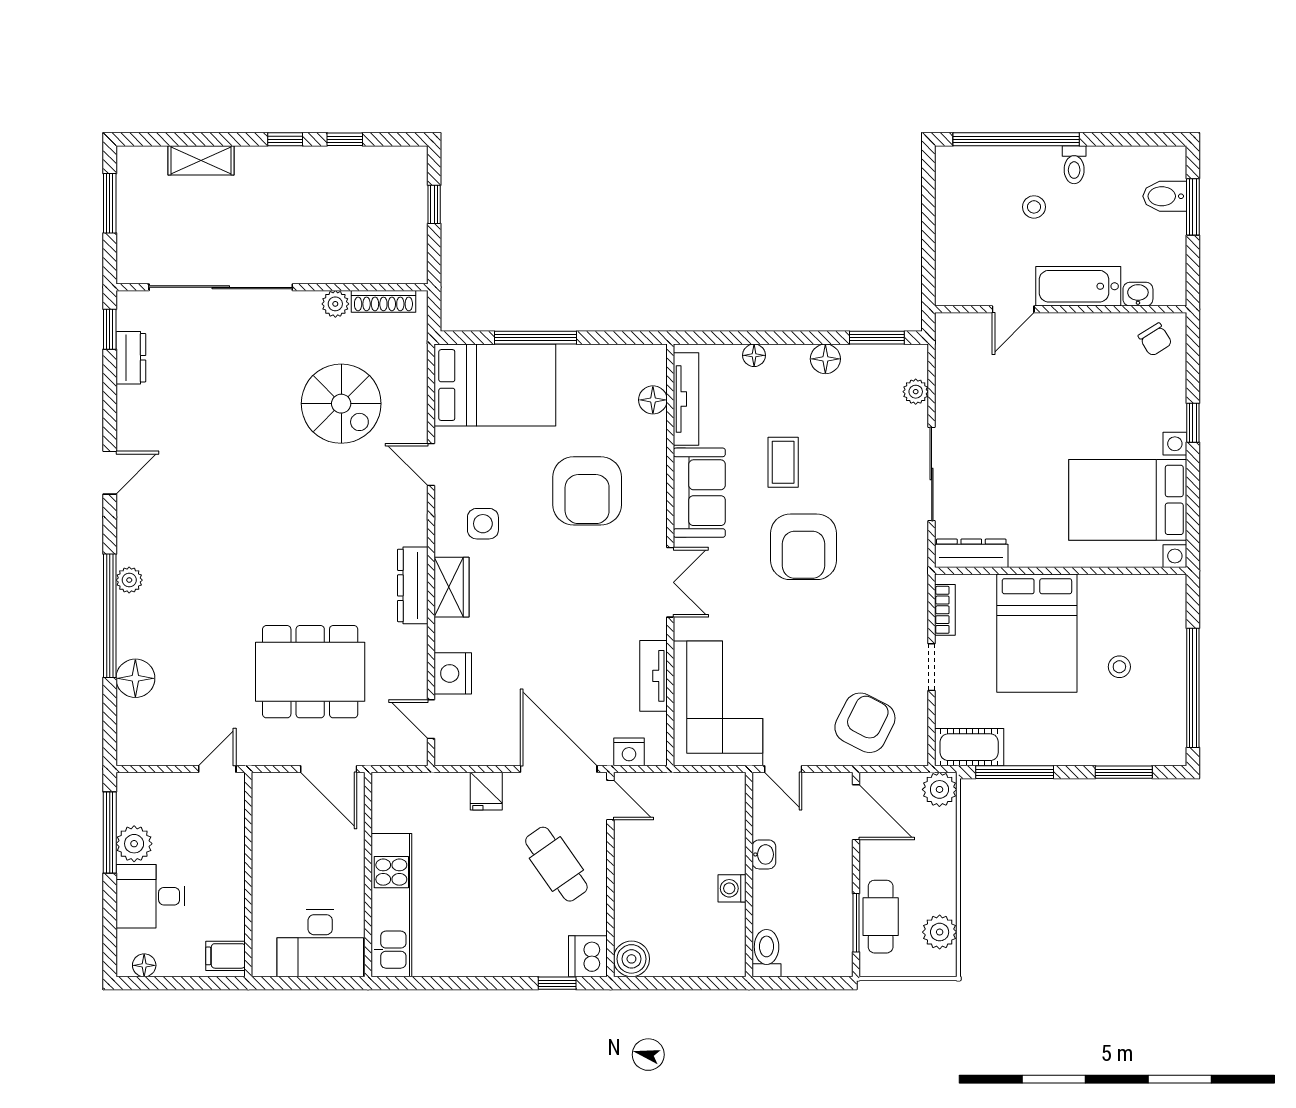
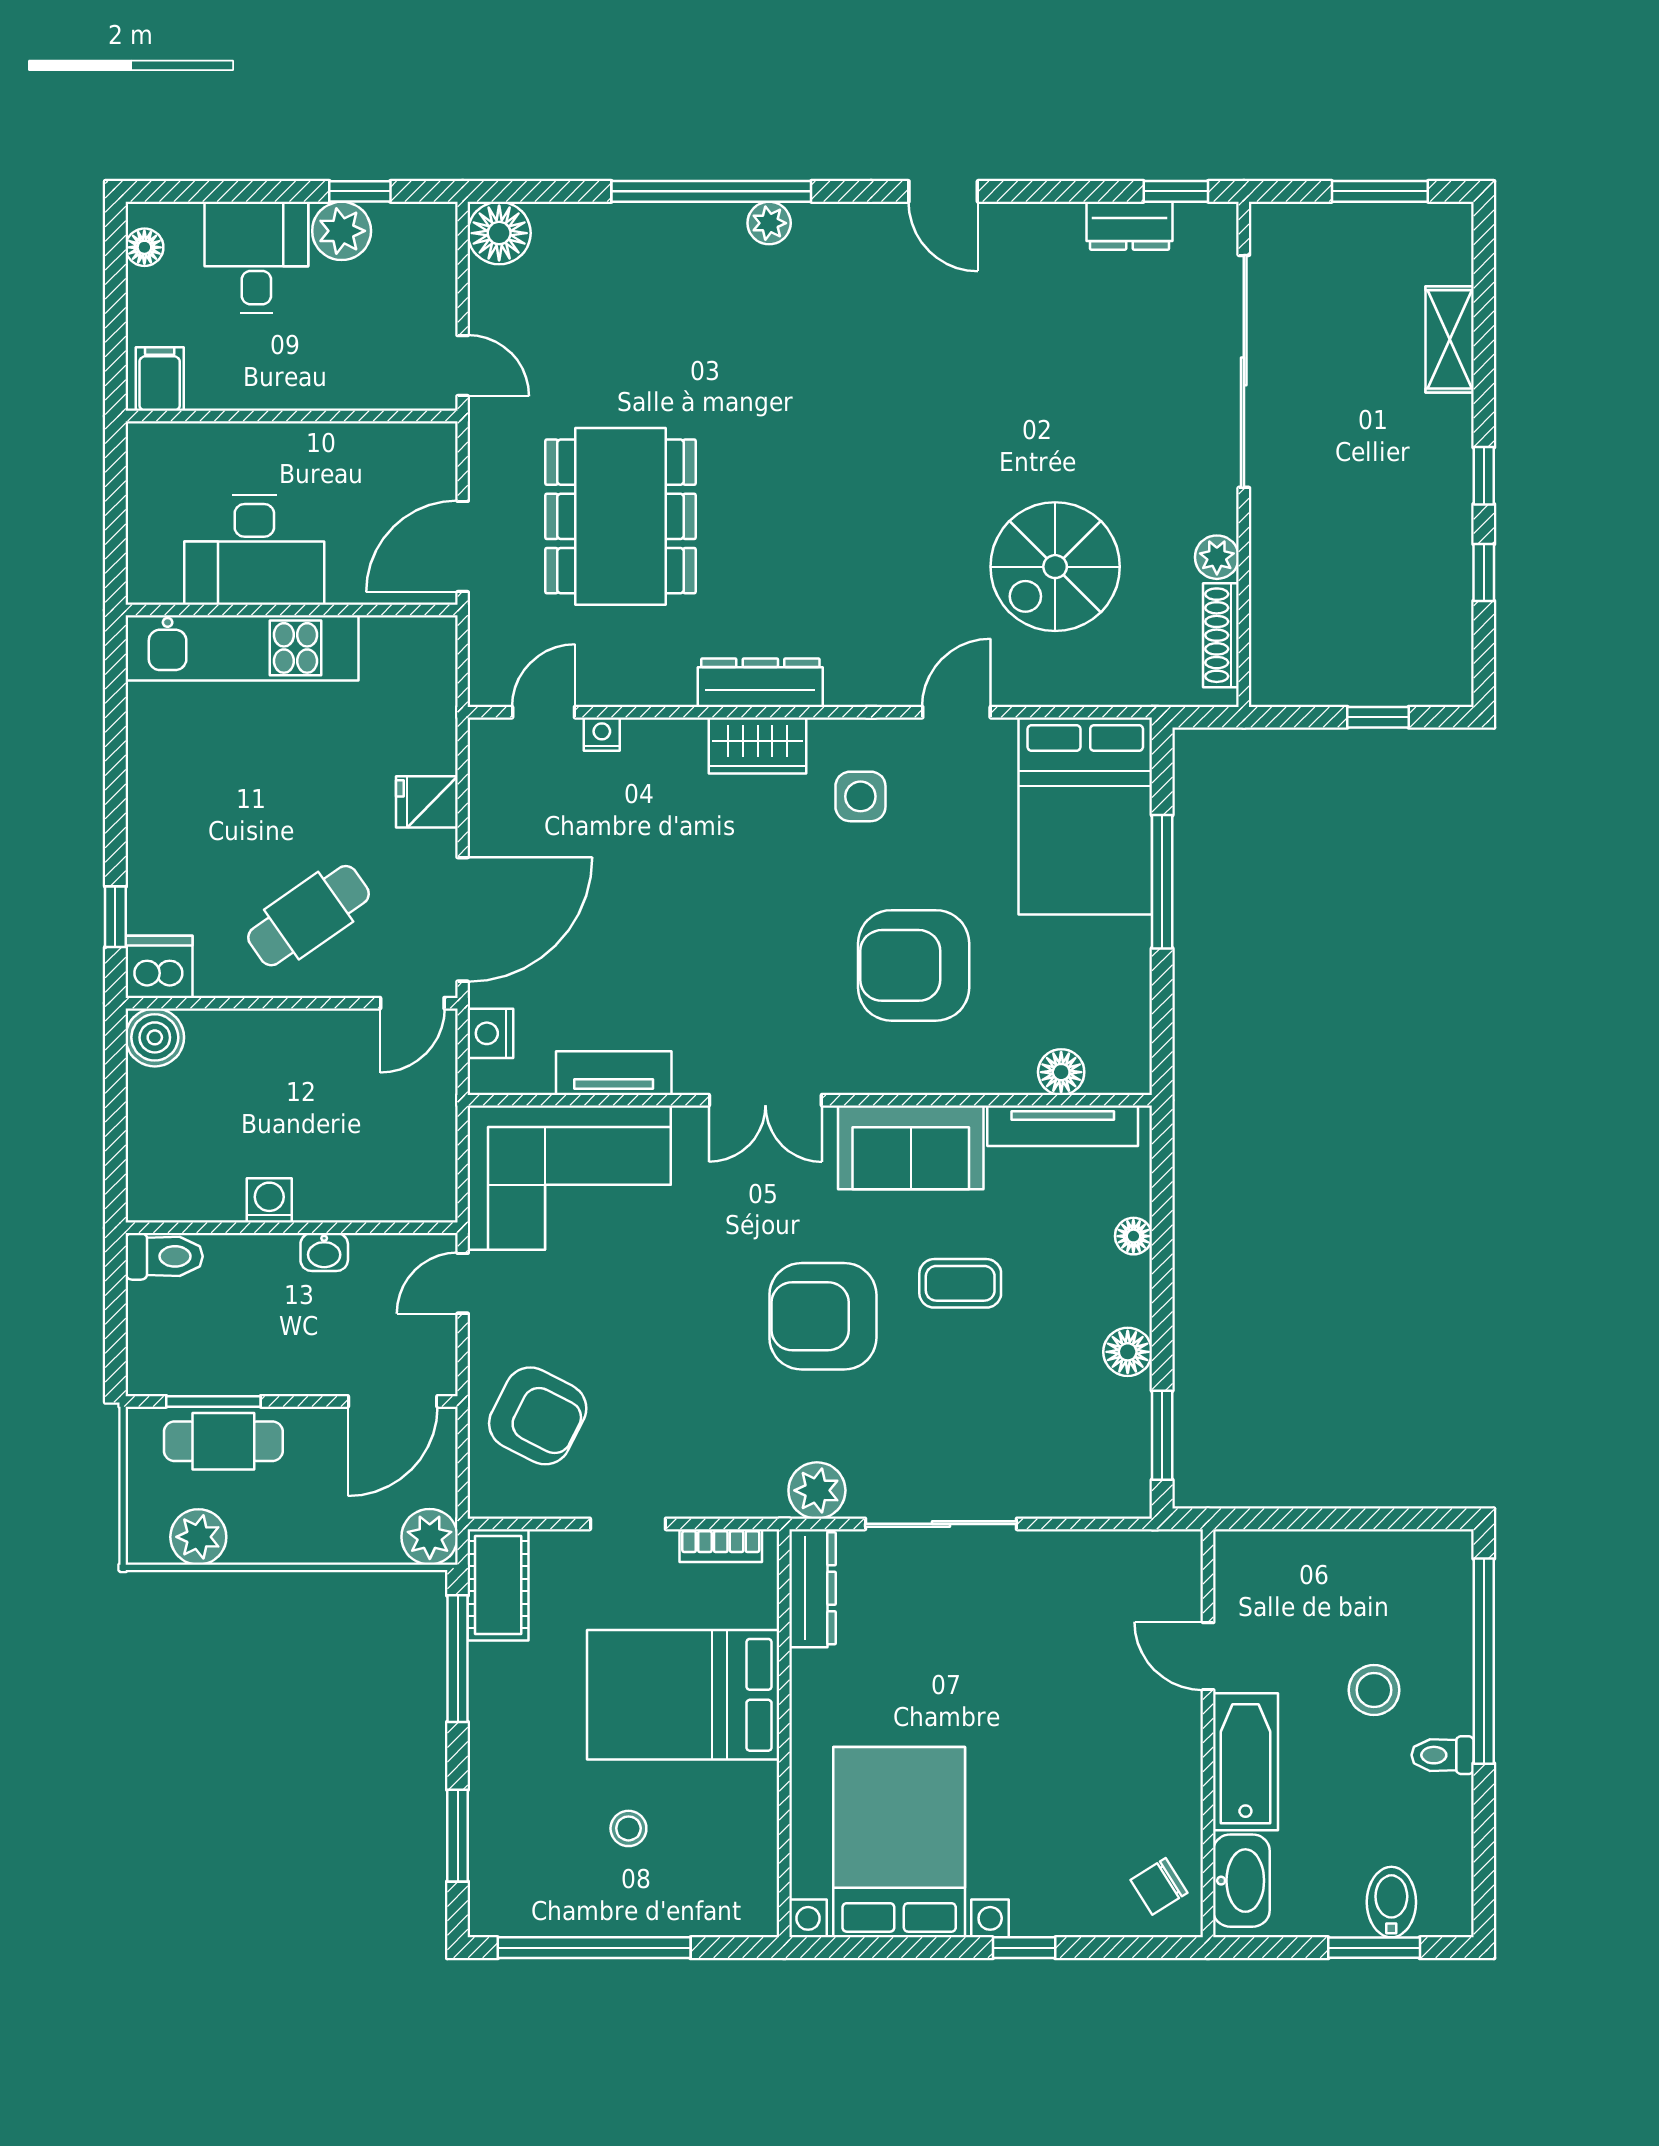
stool: (1034, 207) -> (1374, 1690), width x1.37, depth x1.37
washbasin: (1138, 294) -> (1241, 1881), width x1.91, depth x1.45
plant: (916, 392) -> (817, 1490), moved, width x1.38, depth x1.38
nightstand: (453, 673) -> (602, 734), width x0.53, depth x0.56
floor lamp: (135, 678) -> (499, 233), moved
window: (110, 832) -> (360, 191), width x0.46
desk: (320, 943) -> (254, 550), moved, turned -90

